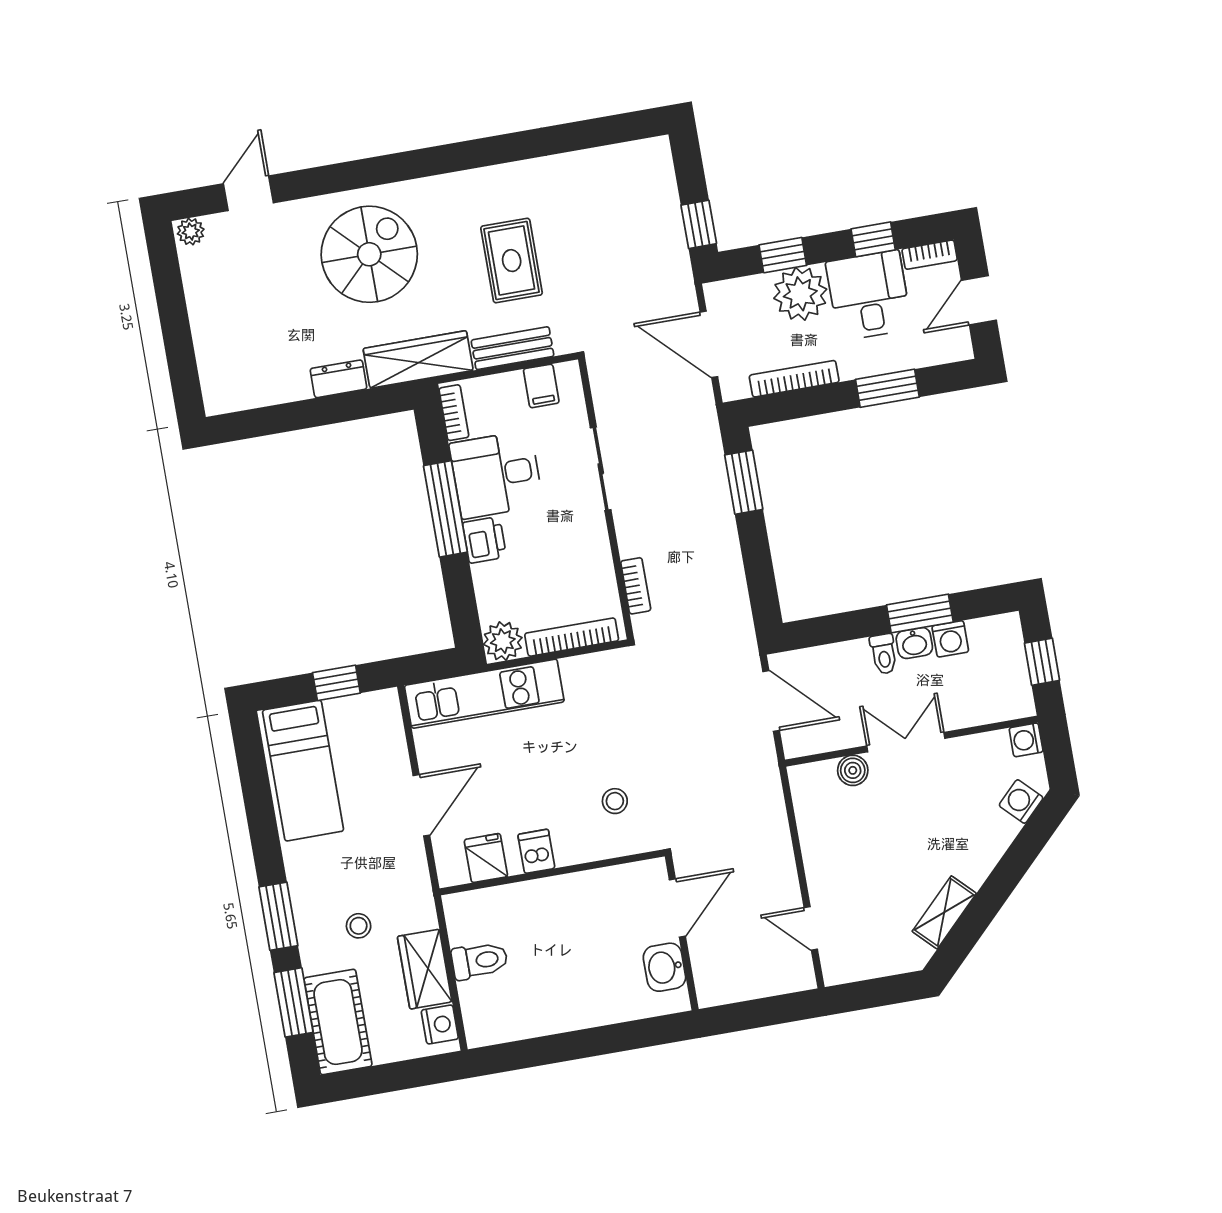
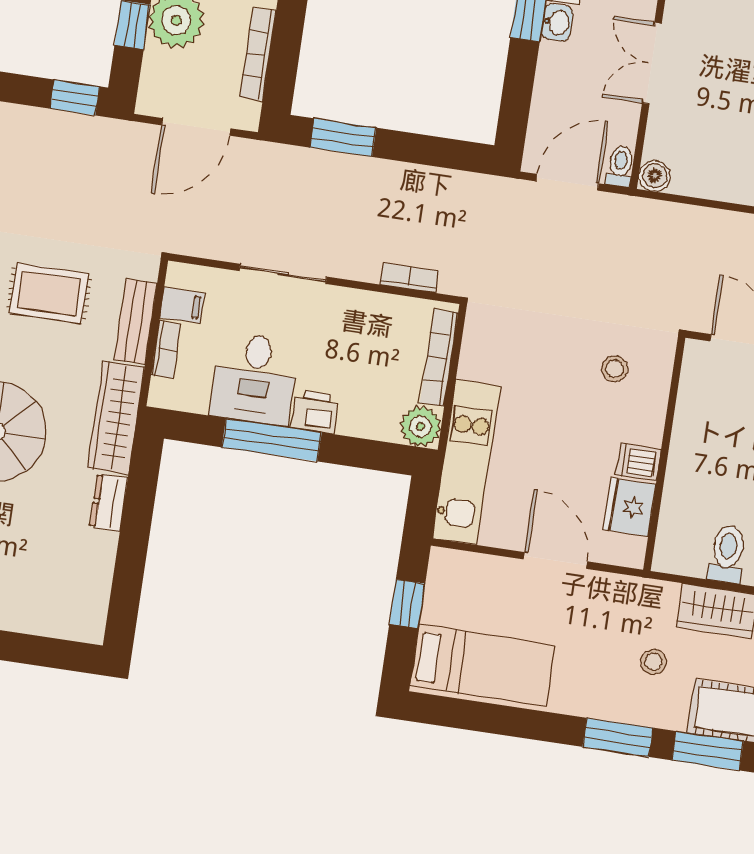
bookcase: (454, 413) -> (166, 350), moved, turned 90
toilet: (884, 654) -> (620, 166), moved, turned -90
boiler: (853, 770) -> (655, 176), moved
fridge: (486, 858) -> (630, 507), width x1.38

